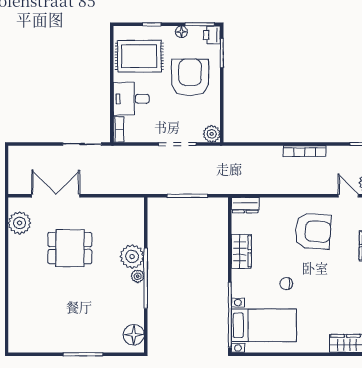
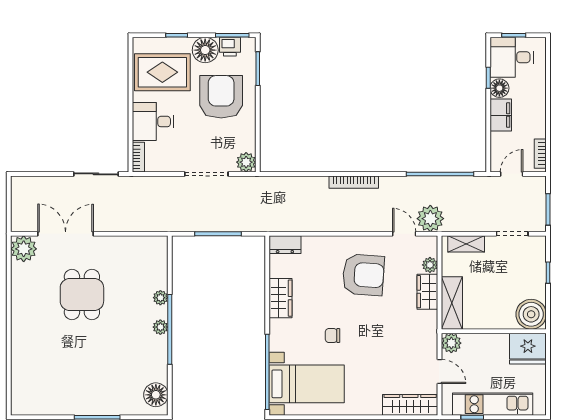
floor lamp: (182, 32) -> (205, 50), width x1.89, depth x1.89
printer: (212, 35) -> (230, 47), moved, turned -90
plant: (20, 223) -> (24, 249), moved
dining table: (70, 248) -> (82, 294), turned 90
plant: (132, 257) -> (160, 298), width x0.53, depth x0.53

